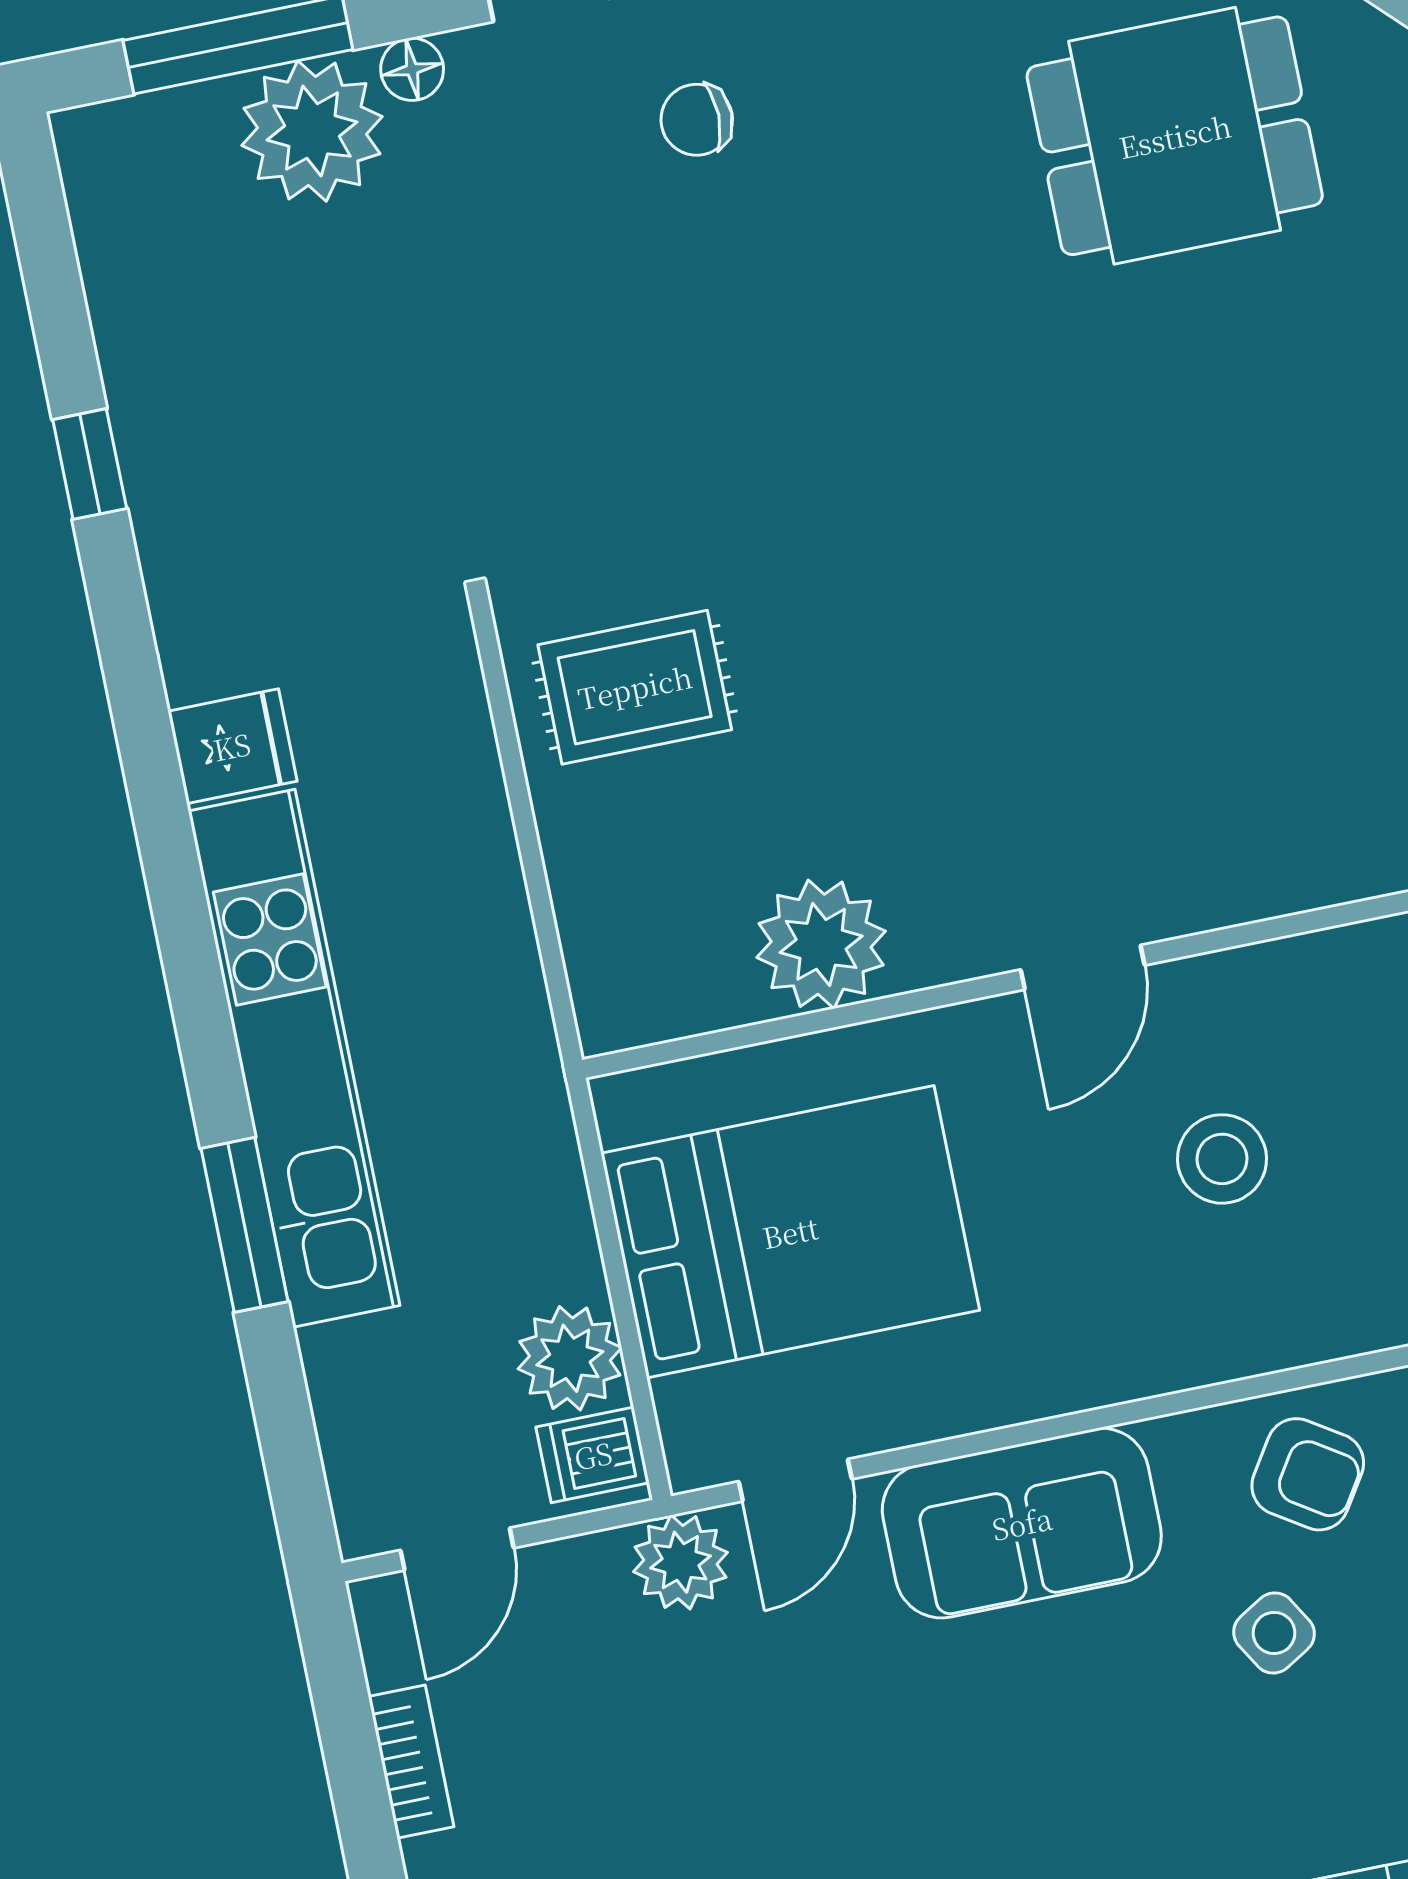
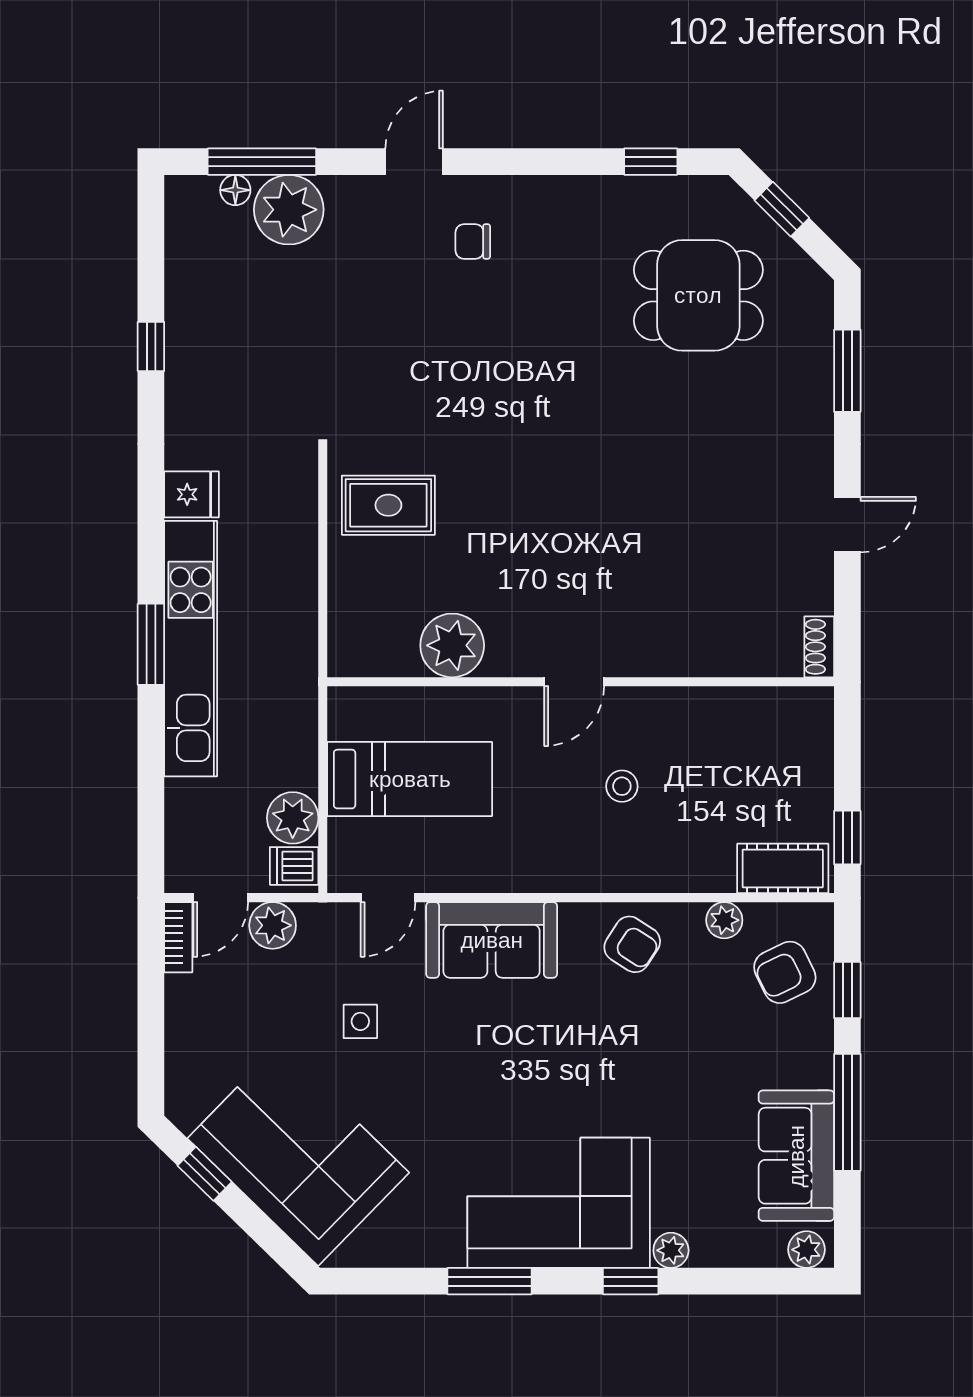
floor lamp: (412, 69) -> (235, 190), moved
stool: (1222, 1159) -> (622, 786), width x0.73, depth x0.73
window: (244, 1225) -> (151, 644), moved
bed: (790, 1232) -> (410, 779), width x0.67
plant: (680, 1562) -> (273, 925), moved
side table: (1274, 1633) -> (360, 1021), moved, turned 31
bookcase: (411, 1762) -> (178, 937), moved

